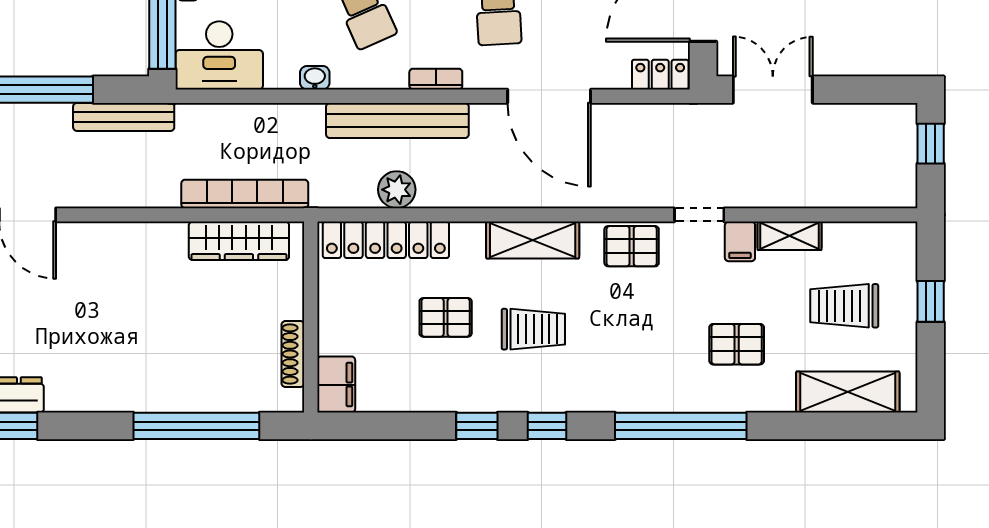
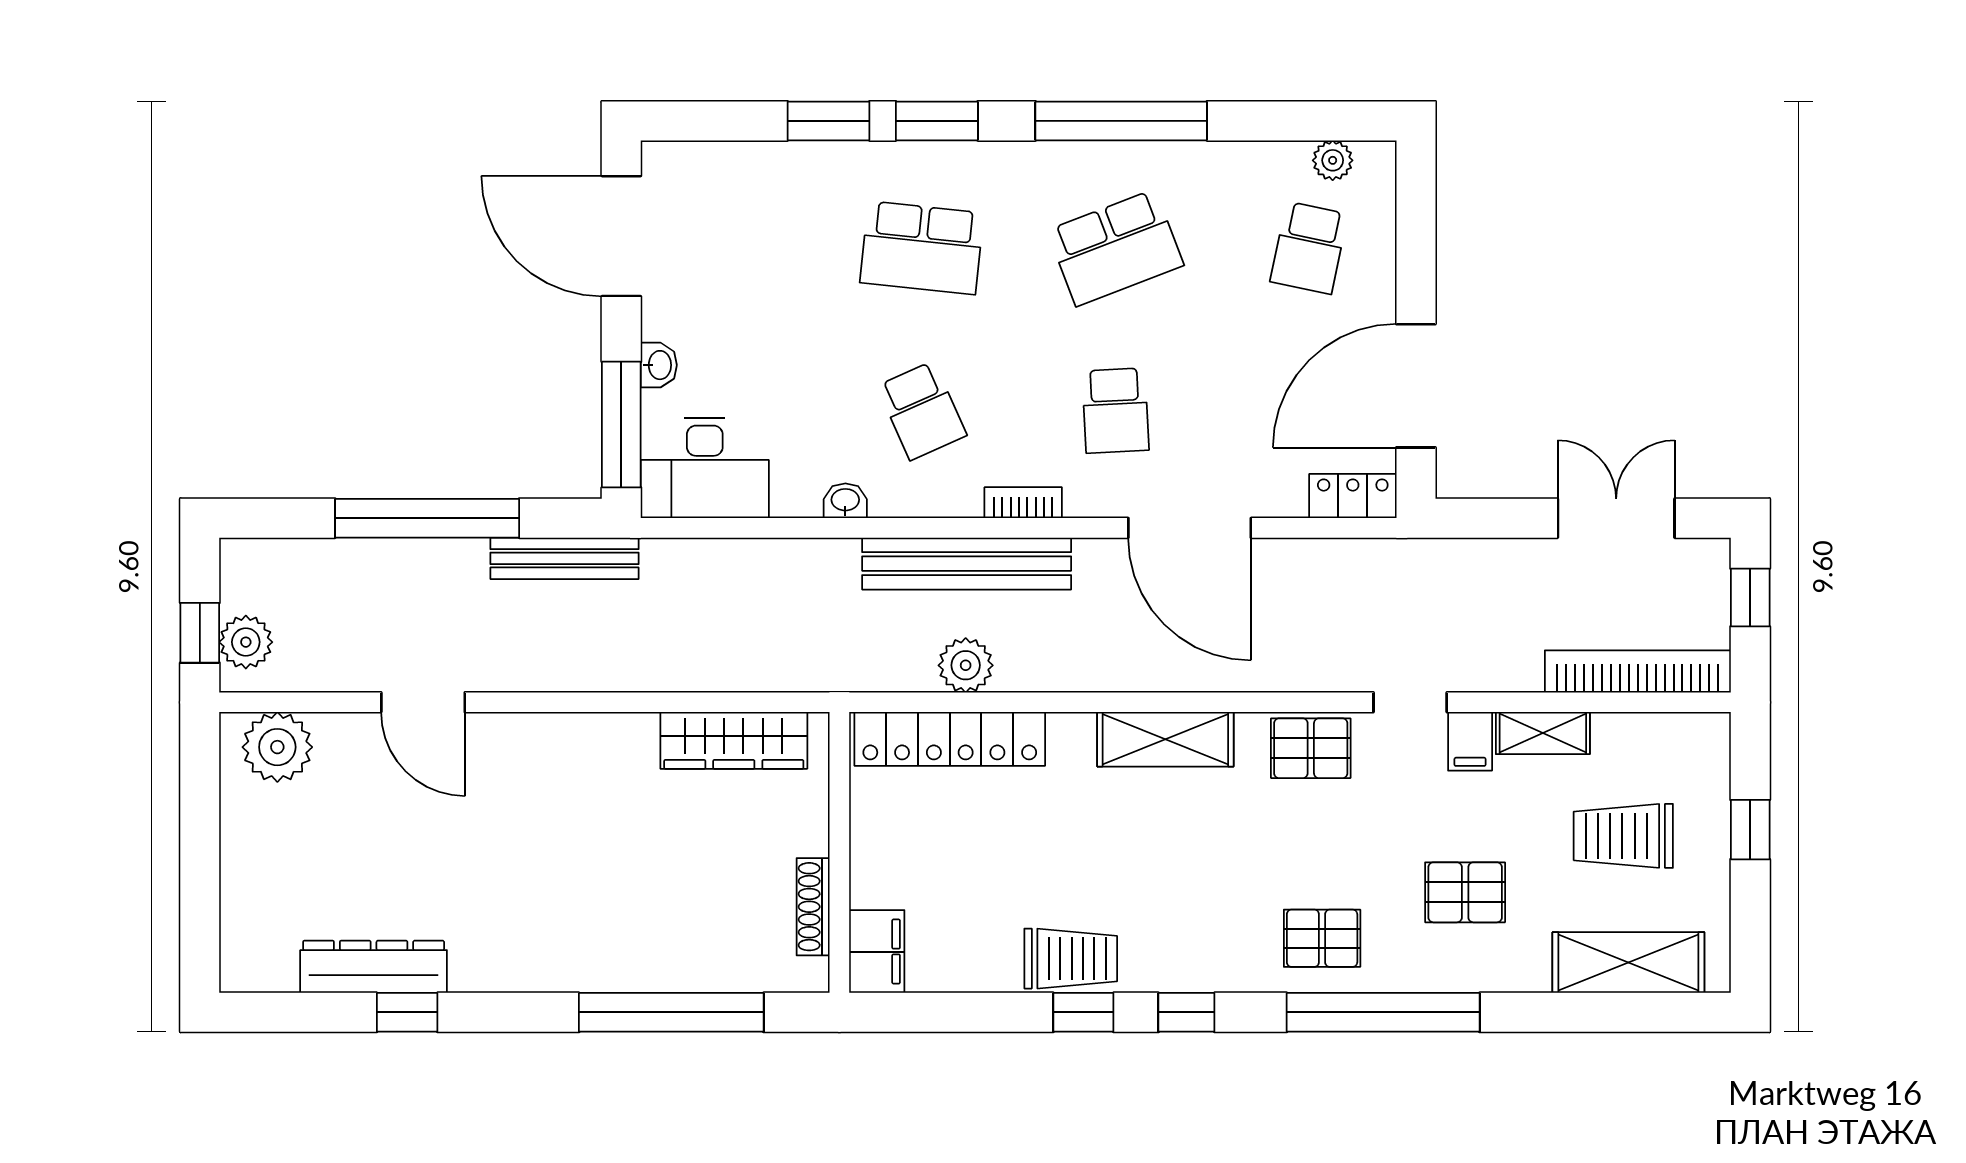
double door: (773, 90) -> (1616, 518), moved
bookcase: (245, 194) -> (1638, 671), moved
pallet: (446, 317) -> (1322, 938), moved
trolley: (533, 329) -> (1071, 959), moved

